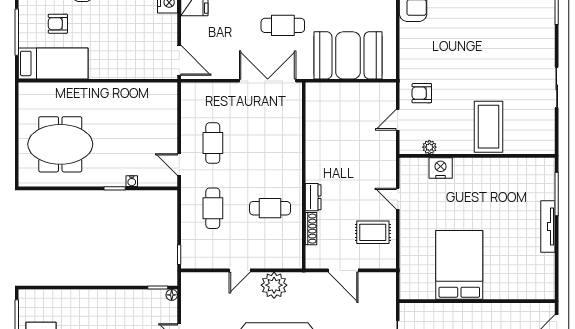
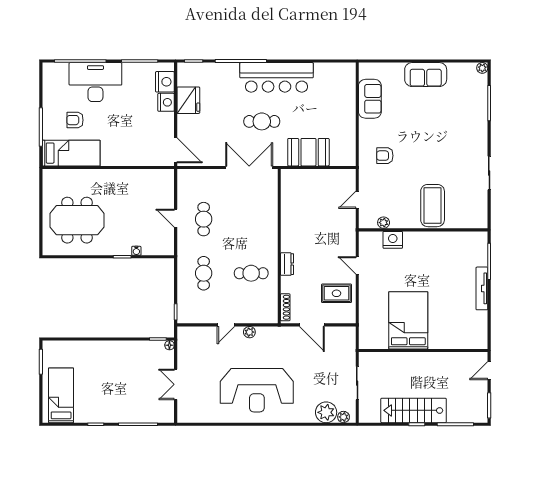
booth: (348, 55) -> (308, 152), width x0.73, depth x0.70
armchair: (422, 93) -> (385, 156), moved
door: (179, 164) -> (176, 218), moved
shoe rack: (311, 229) -> (285, 307), moved
plant: (274, 285) -> (249, 332), width x0.53, depth x0.53

